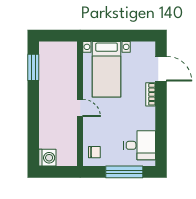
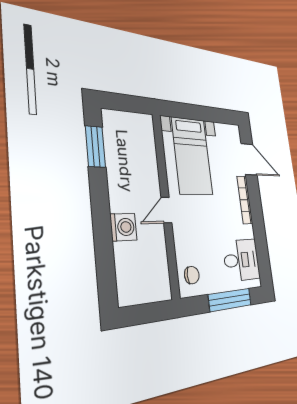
bookcase: (151, 94) -> (245, 200), width x1.56
door: (80, 108) -> (166, 210), swing flipped
washing machine: (47, 158) -> (123, 227), moved

